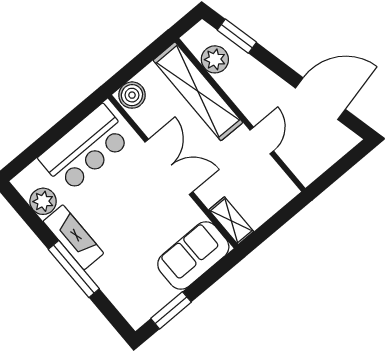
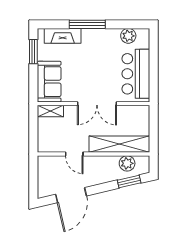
boiler: (132, 95) -> (142, 114), removed
fireplace: (73, 237) -> (63, 36), moved

